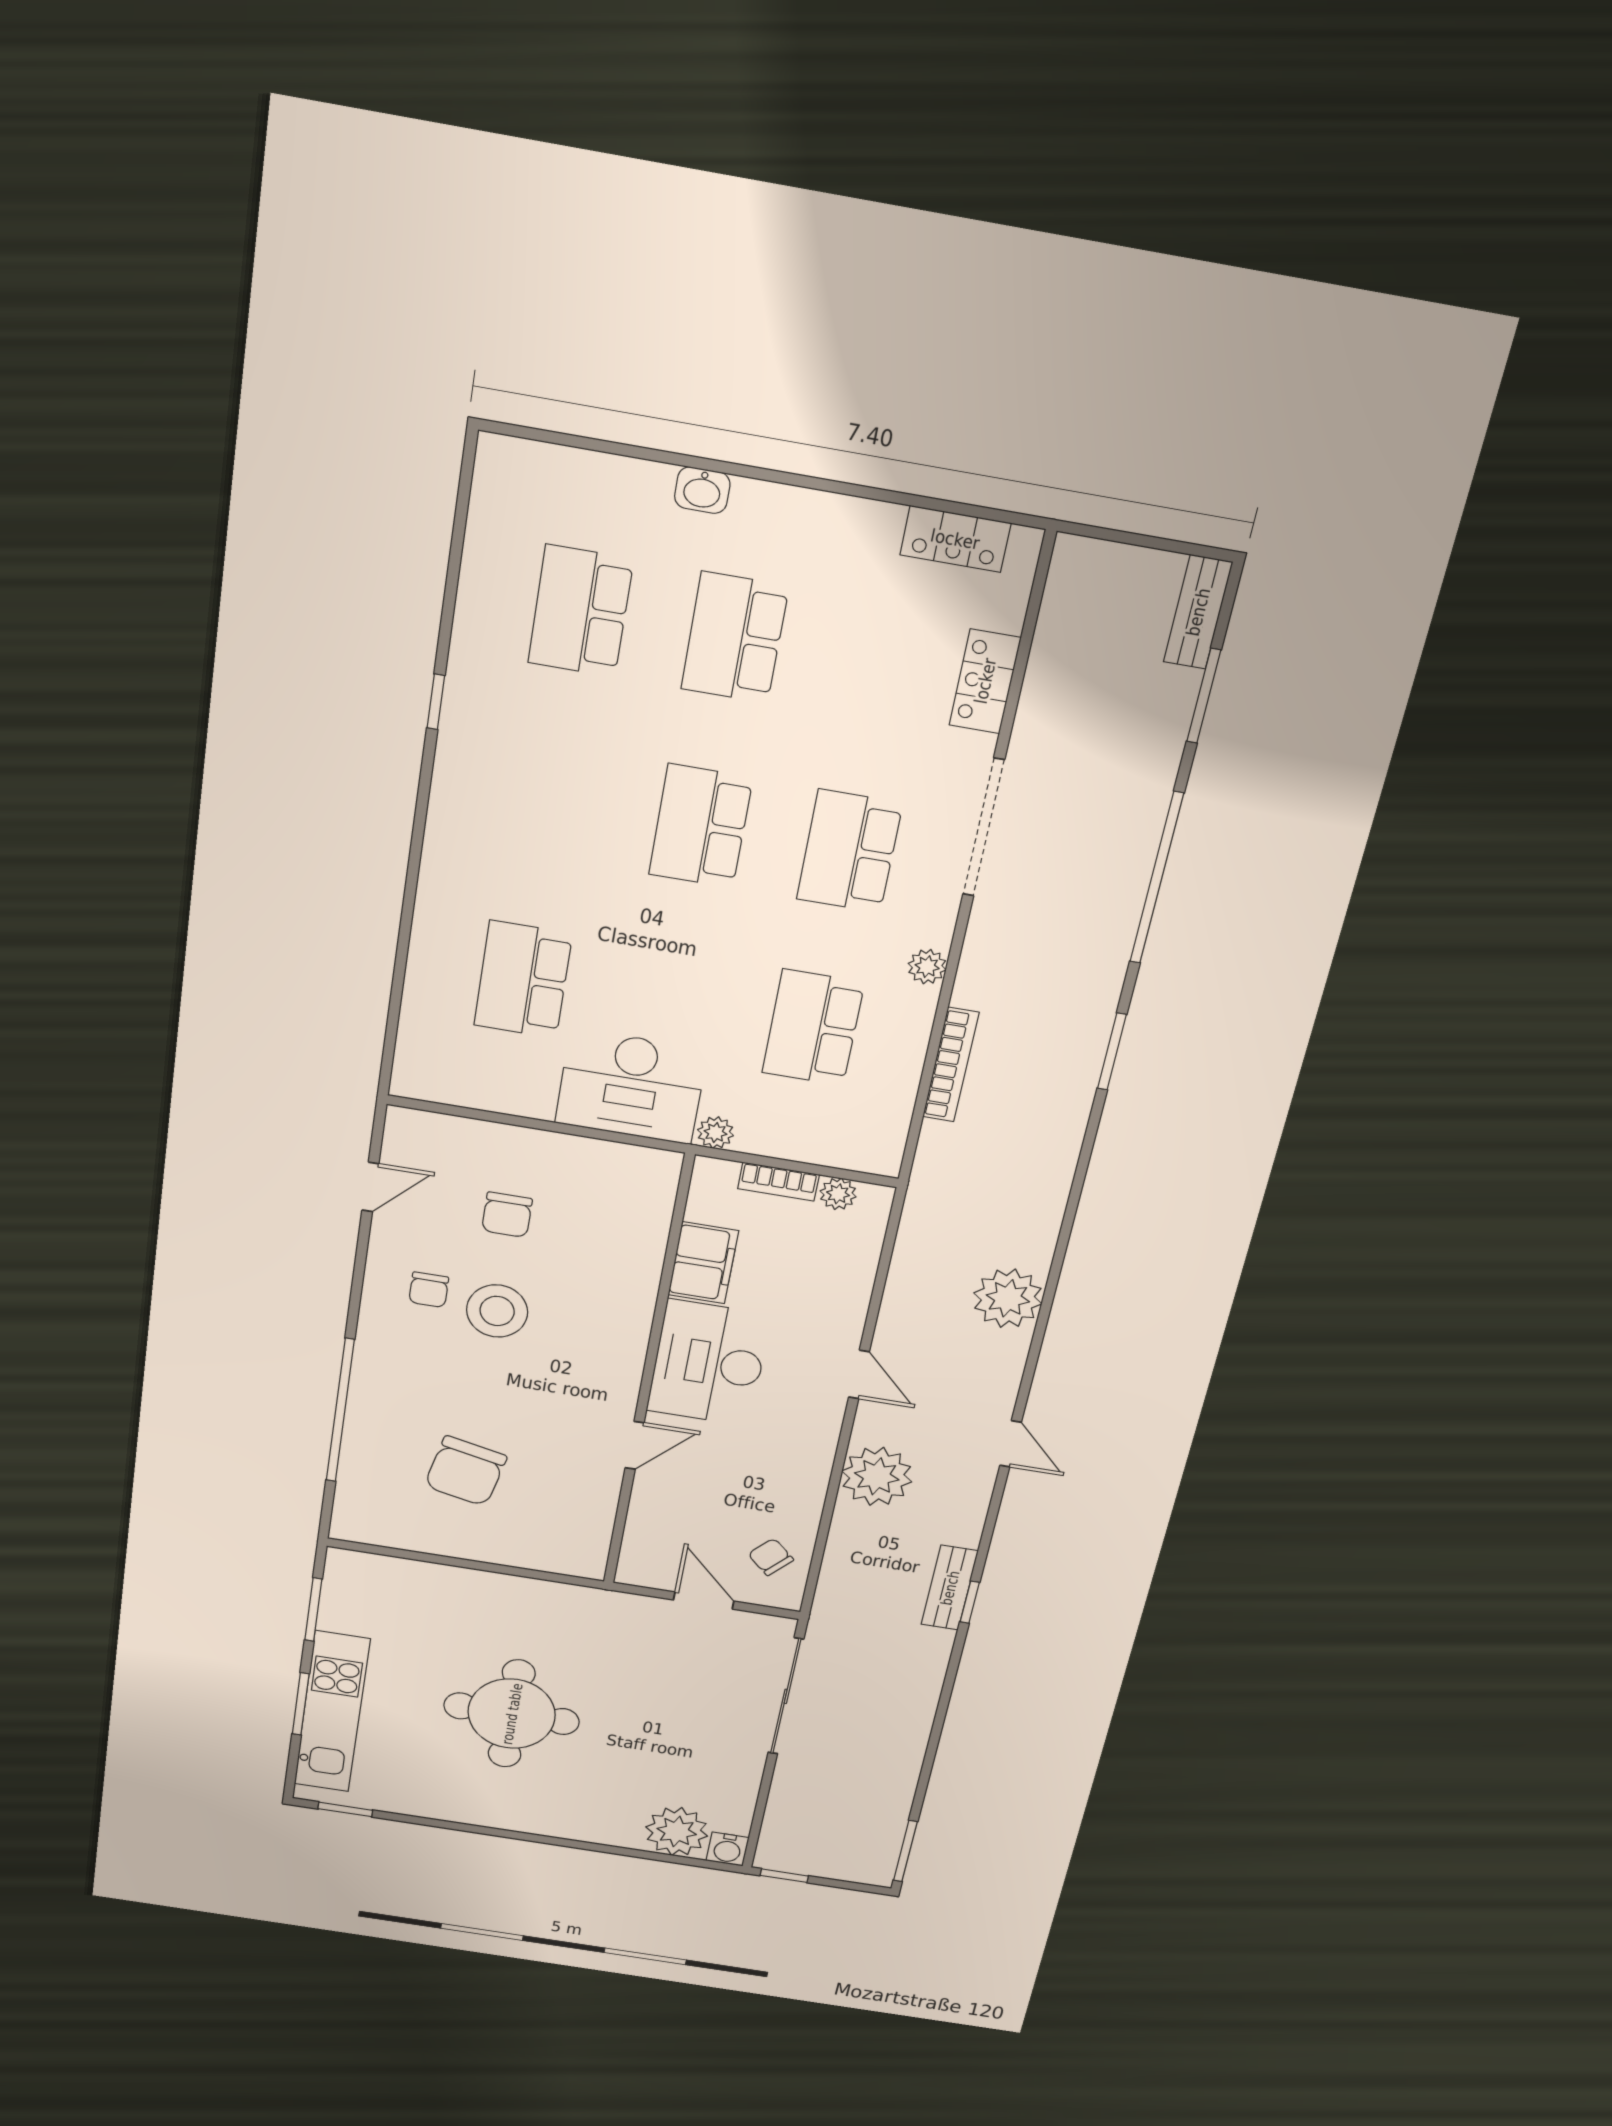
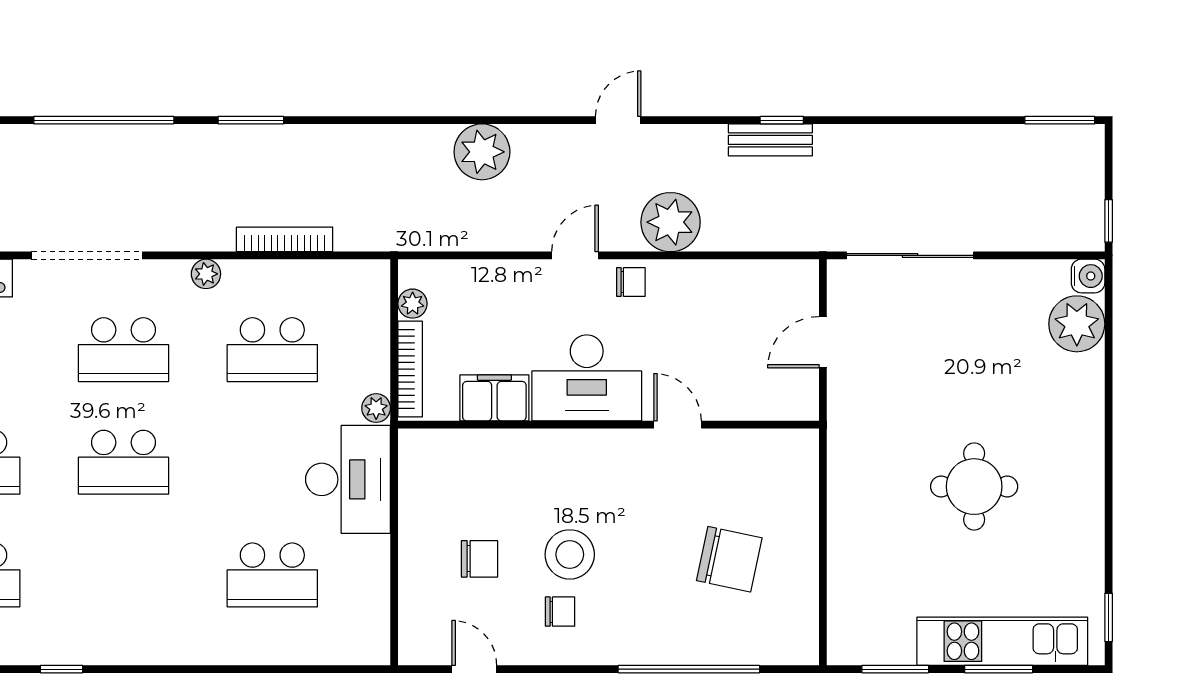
bookcase: (779, 1182) -> (410, 369), width x1.56
chair: (771, 1557) -> (631, 282), moved, turned -133
round table: (512, 1714) -> (974, 487), width x0.73, depth x0.73

